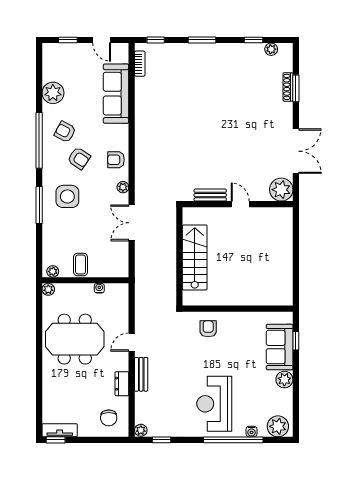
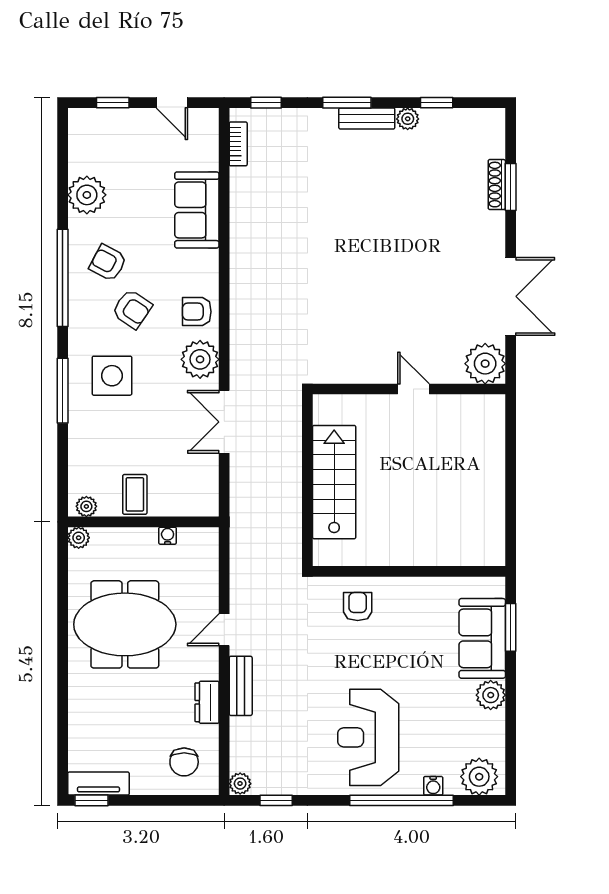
plant: (271, 49) -> (408, 119), moved
sofa: (116, 94) -> (197, 210), width x0.73
plant: (123, 187) -> (200, 359), width x1.88, depth x1.88
bench: (210, 195) -> (367, 118), moved
window: (296, 341) -> (511, 627), width x1.50

